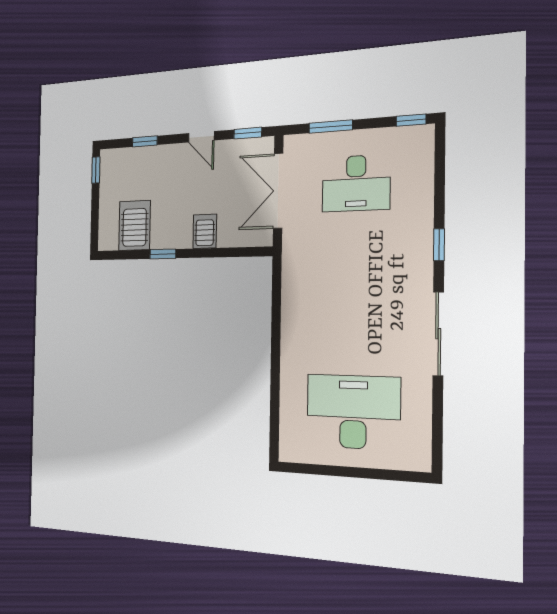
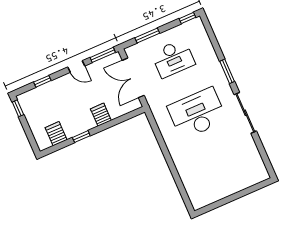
window: (248, 133) -> (103, 55), width x1.50
server rack: (135, 225) -> (56, 134), width x0.73, depth x0.70
window: (439, 245) -> (227, 71), width x1.50
desk: (353, 412) -> (197, 113), moved

